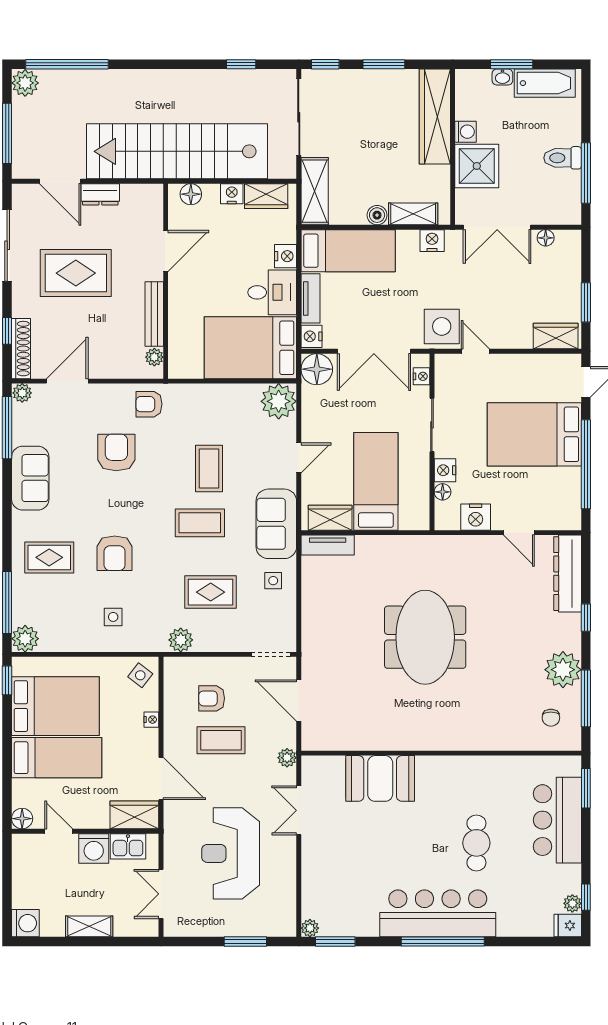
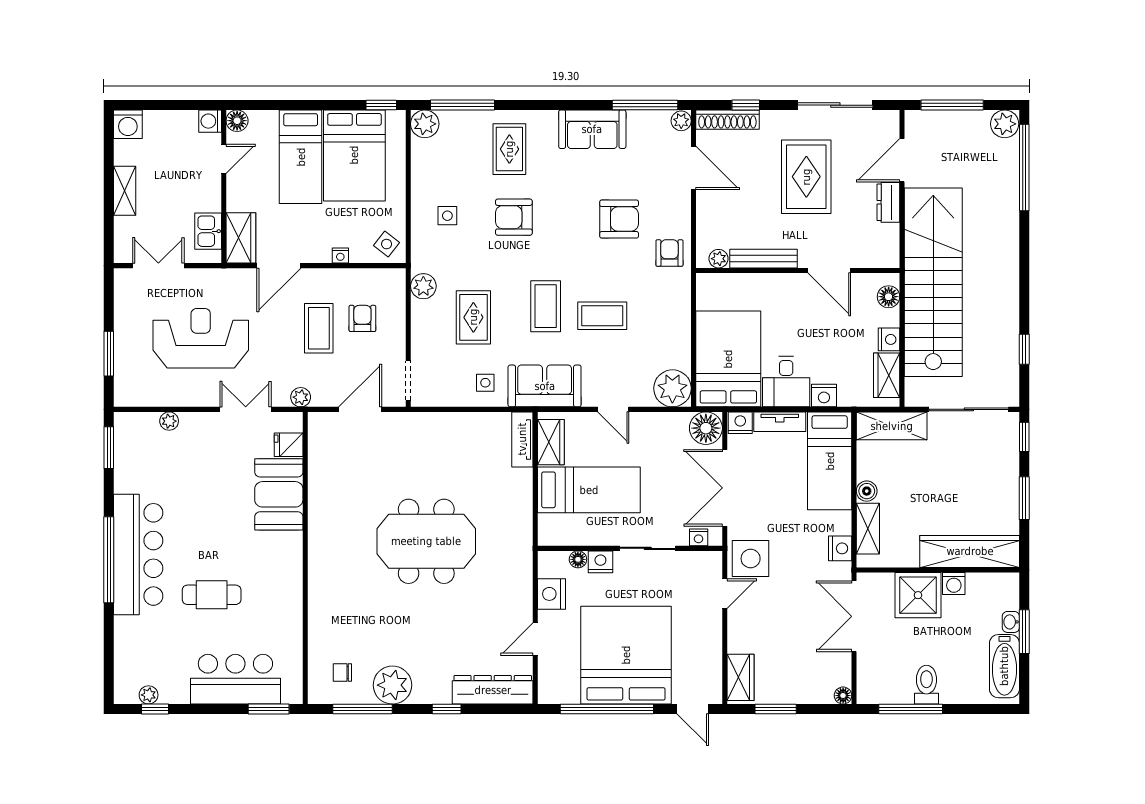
floor lamp: (546, 238) -> (843, 696), moved
bed: (534, 434) -> (626, 655), width x1.36
washing machine: (94, 848) -> (210, 121), moved, width x0.73, depth x0.73
fridge: (568, 926) -> (289, 445), moved, turned -90
plant: (310, 928) -> (169, 421), moved

